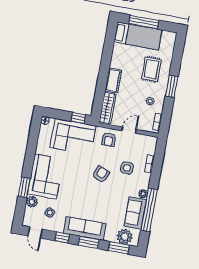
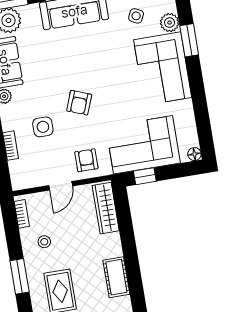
cot: (113, 80) -> (116, 277), moved

